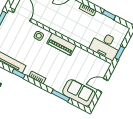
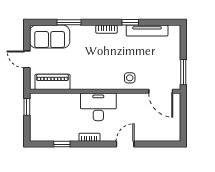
piano: (61, 44) -> (52, 82), moved
desk: (106, 46) -> (98, 107), moved
door: (103, 85) -> (27, 59), swing flipped

